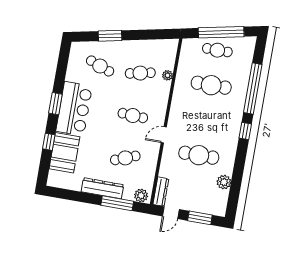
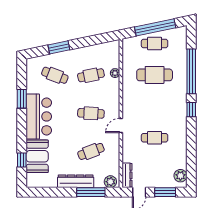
window: (55, 104) -> (22, 99), moved
window: (49, 142) -> (22, 160), moved
cafe table: (199, 155) -> (155, 138), width x0.73, depth x0.74
plant: (224, 182) -> (180, 176), moved

